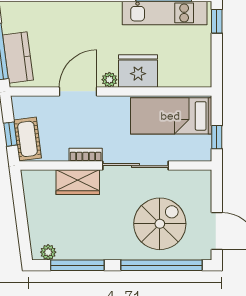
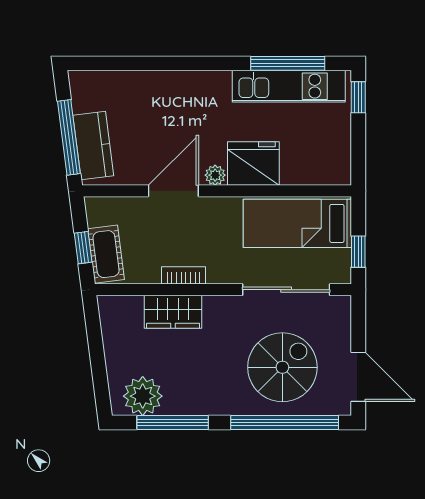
sliding door: (136, 166) -> (286, 290), moved
plant: (48, 252) -> (143, 396), width x1.88, depth x1.88

